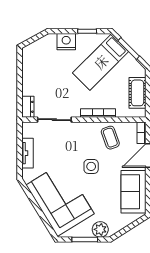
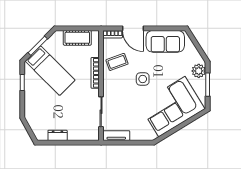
nightstand: (66, 42) -> (32, 101), removed
dresser: (28, 107) -> (58, 135), moved
tv unit: (27, 153) -> (116, 136), moved

